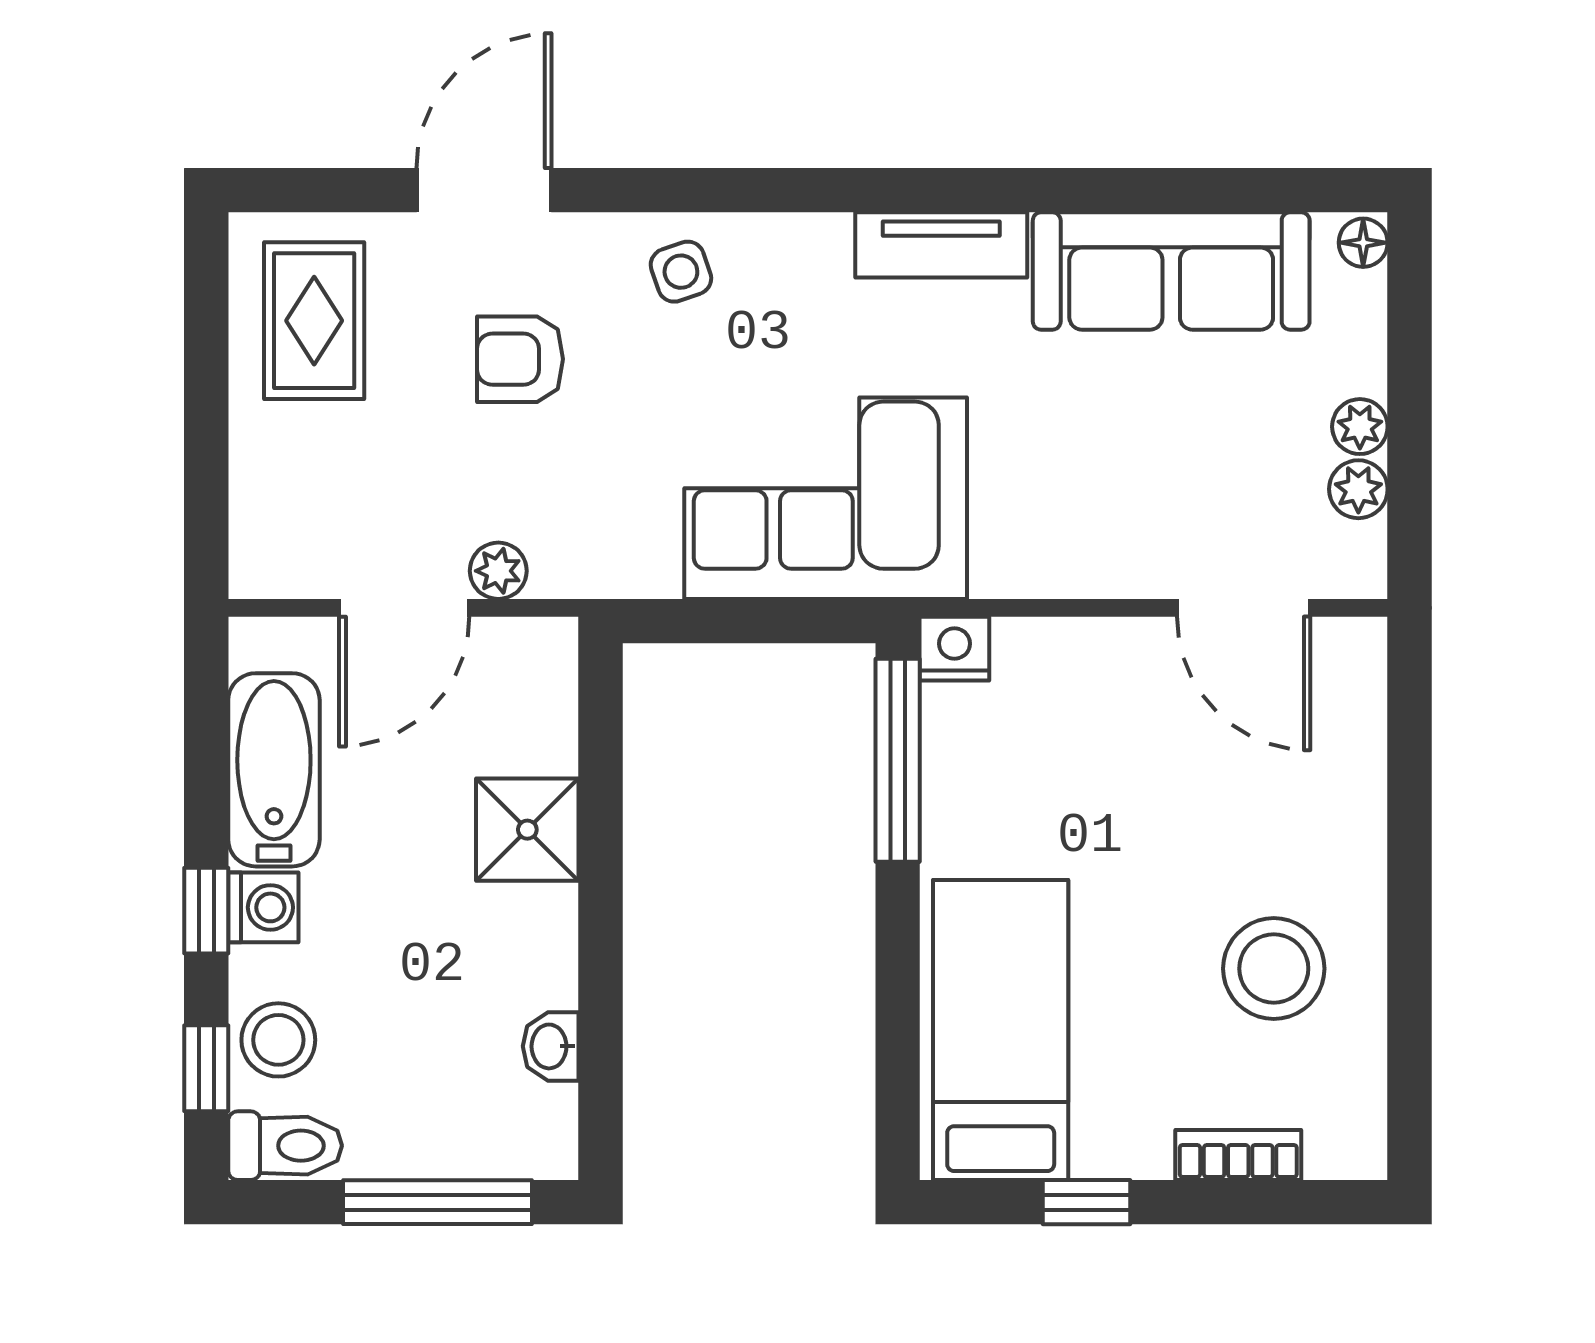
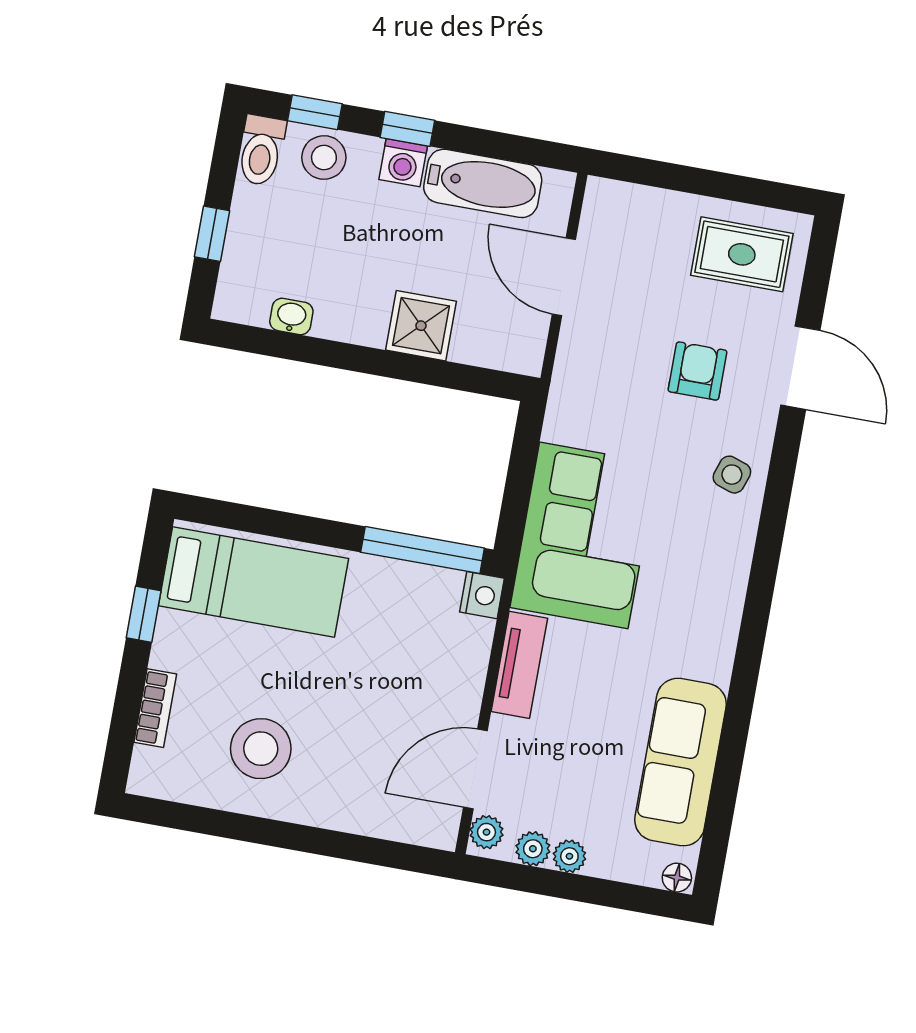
tv unit: (941, 245) -> (519, 665), moved, turned 180
side table: (681, 272) -> (732, 475), turned 38
plant: (498, 571) -> (487, 832), moved
window: (438, 1202) -> (212, 234), width x0.46

